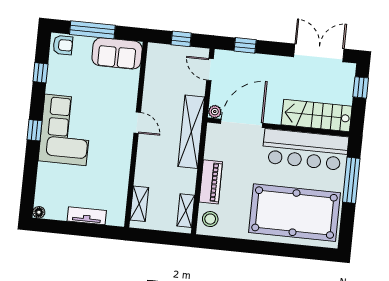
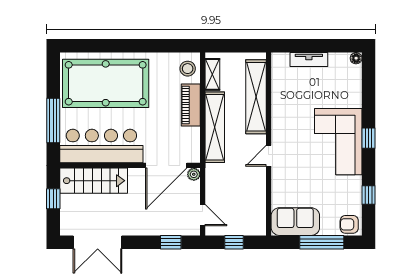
window: (361, 87) -> (53, 199), moved
door: (137, 123) -> (269, 156), hinge flipped
shelving: (191, 132) -> (215, 127), moved
shelving: (139, 204) -> (256, 97), width x2.20, depth x1.33

